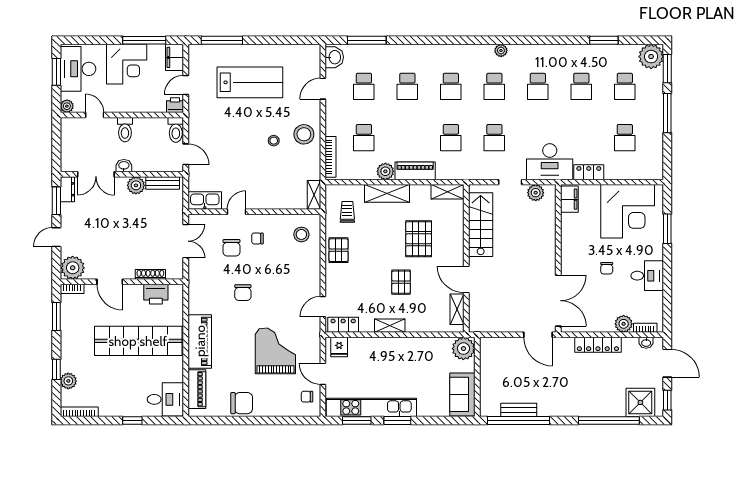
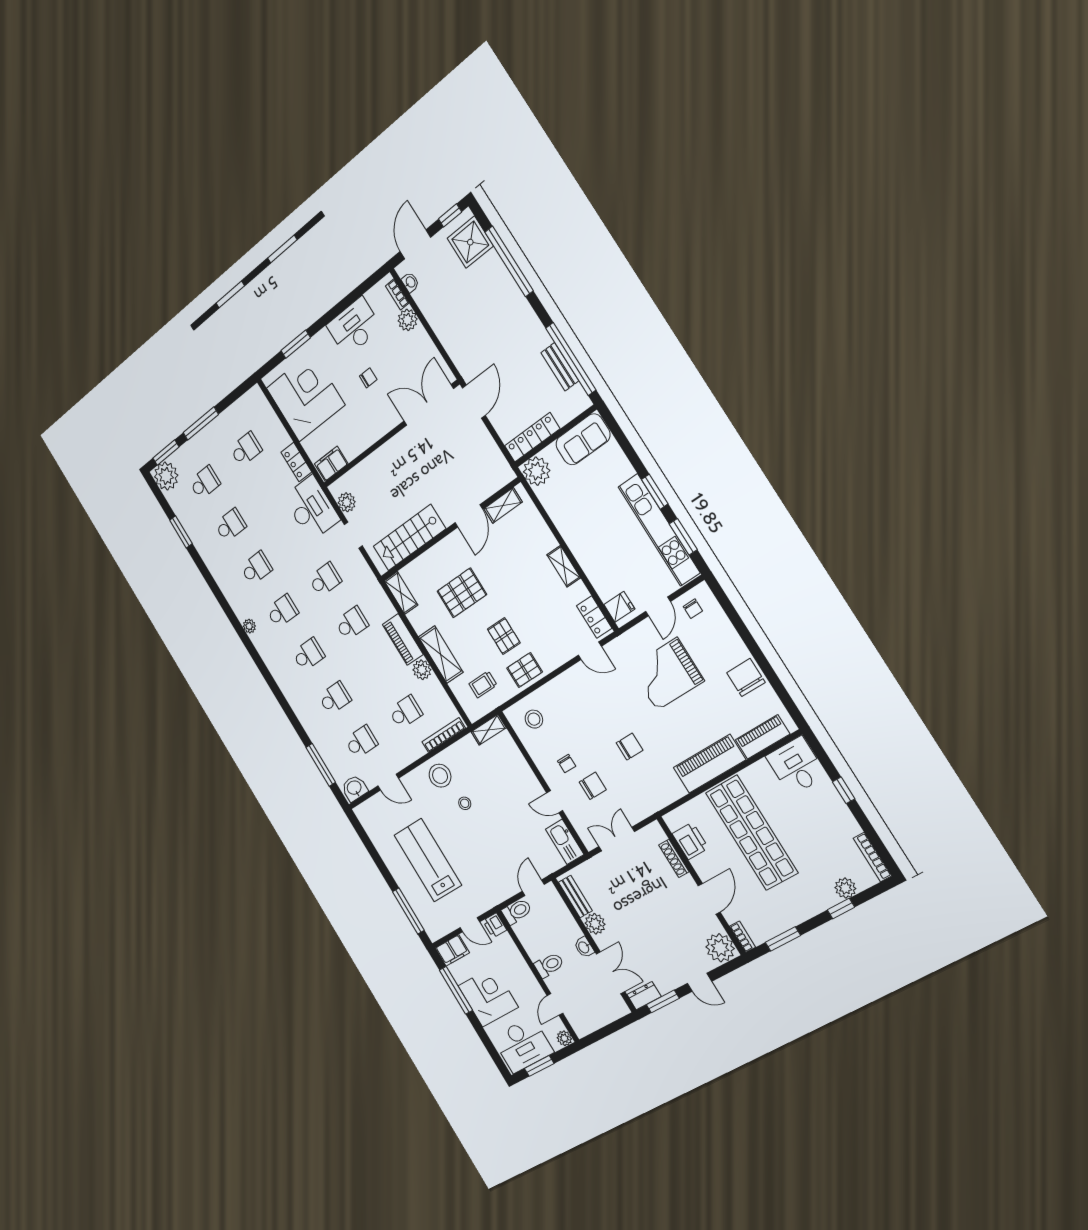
desk: (647, 276) -> (354, 327), width x1.37
pallet: (401, 282) -> (504, 636), moved, turned 90
locker: (598, 345) -> (532, 437), moved, turned -90

